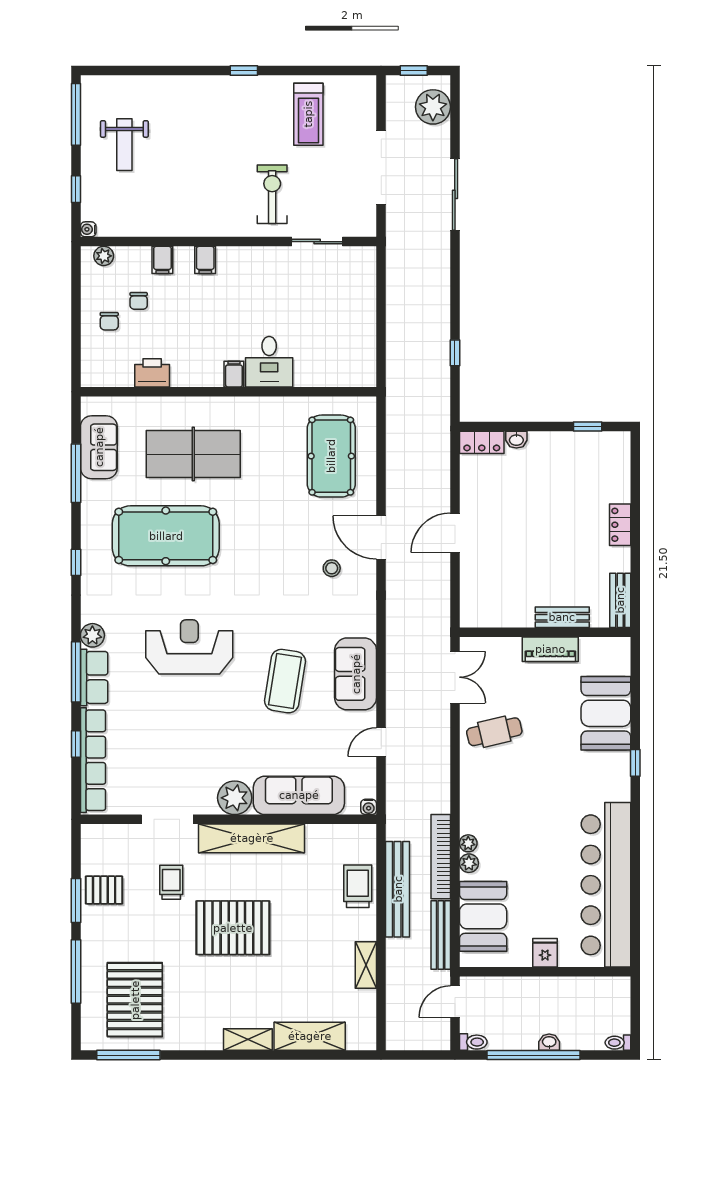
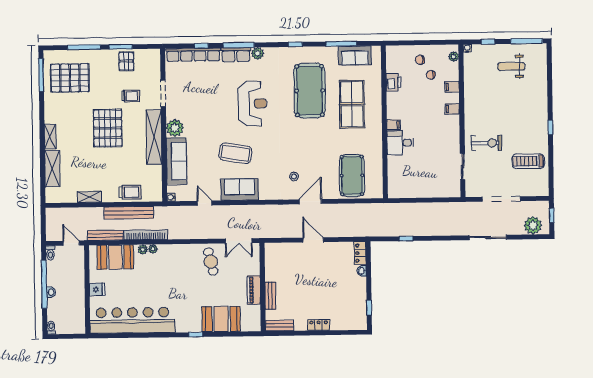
pool table: (331, 456) -> (352, 175), turned 90

